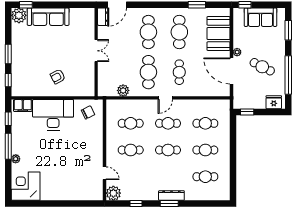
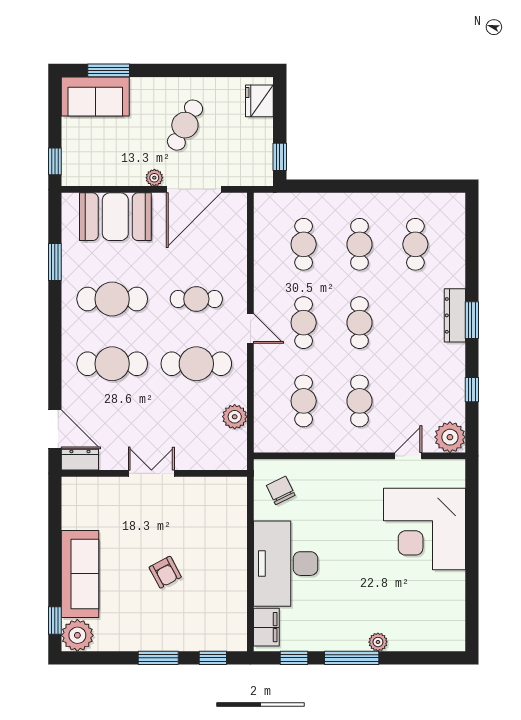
sofa: (260, 17) -> (95, 97), moved, turned 90
window: (288, 75) -> (202, 70), removed
armchair: (58, 77) -> (165, 572), moved
corner desk: (26, 186) -> (424, 529), moved, width x1.36, depth x1.36

